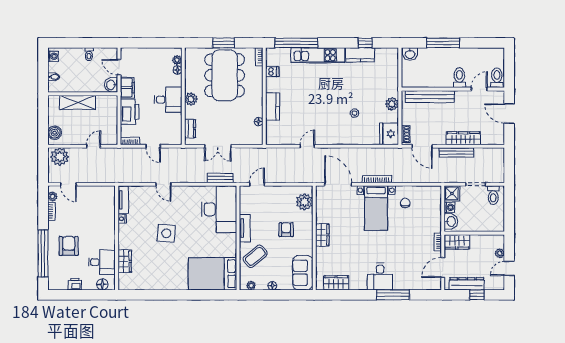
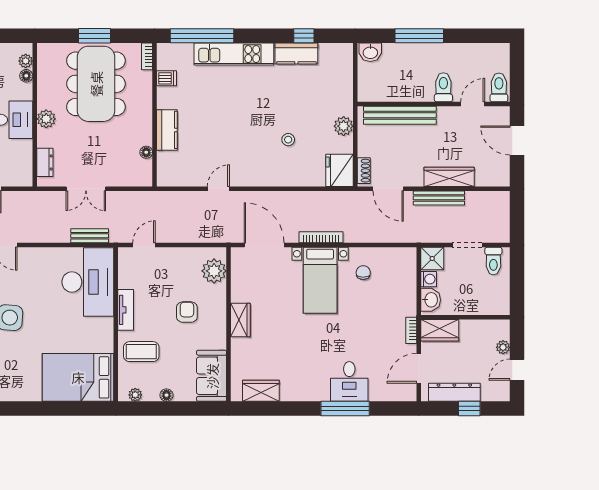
coffee table: (255, 256) -> (141, 352), turned 40
desk: (380, 276) -> (349, 381), moved

